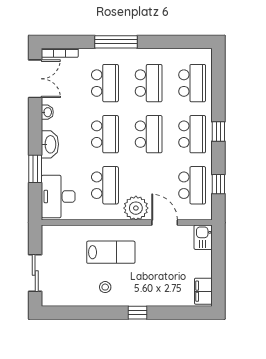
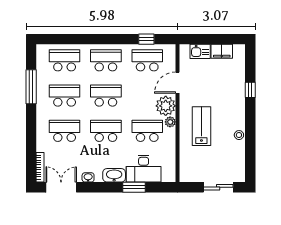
window: (116, 42) -> (31, 87), moved
window: (218, 132) -> (104, 39), removed
desk: (58, 197) -> (144, 169), moved
plant: (116, 214) -> (170, 122), added
kitchen sink: (203, 237) -> (200, 51), moved
stool: (105, 287) -> (239, 135), moved
filing cabinet: (203, 291) -> (222, 51), moved
window: (137, 313) -> (250, 90), moved

